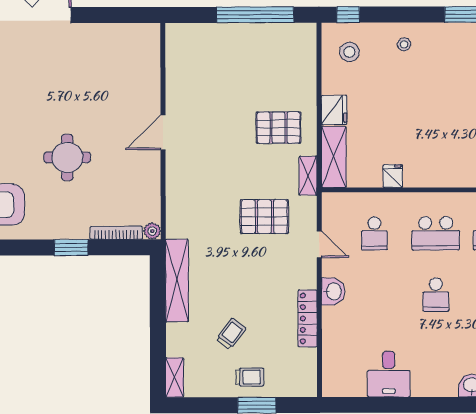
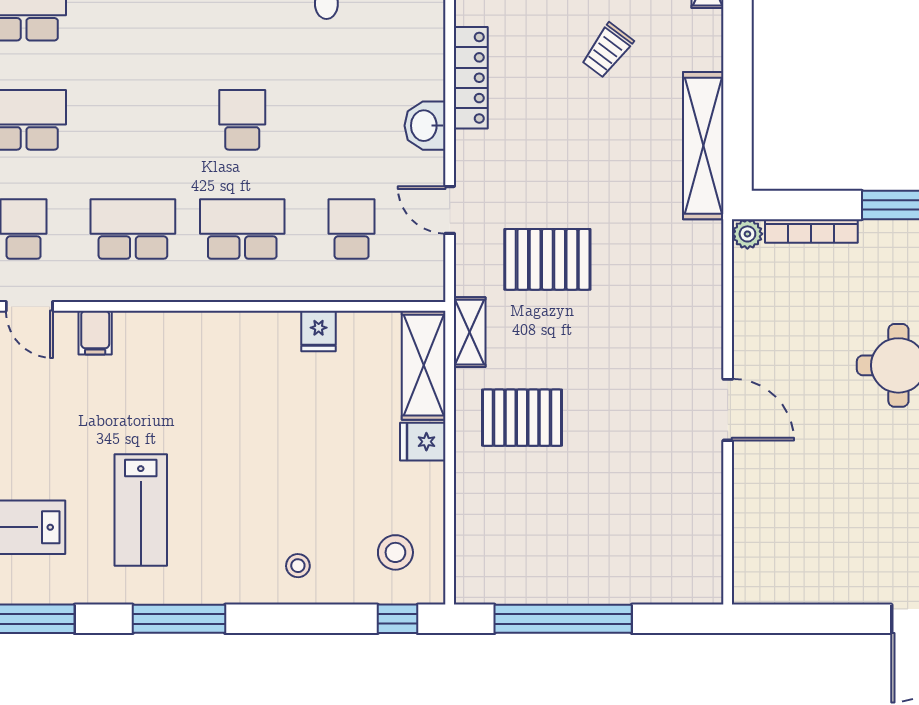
fridge: (334, 110) -> (423, 442), width x0.72
door: (163, 132) -> (728, 410), hinge flipped

